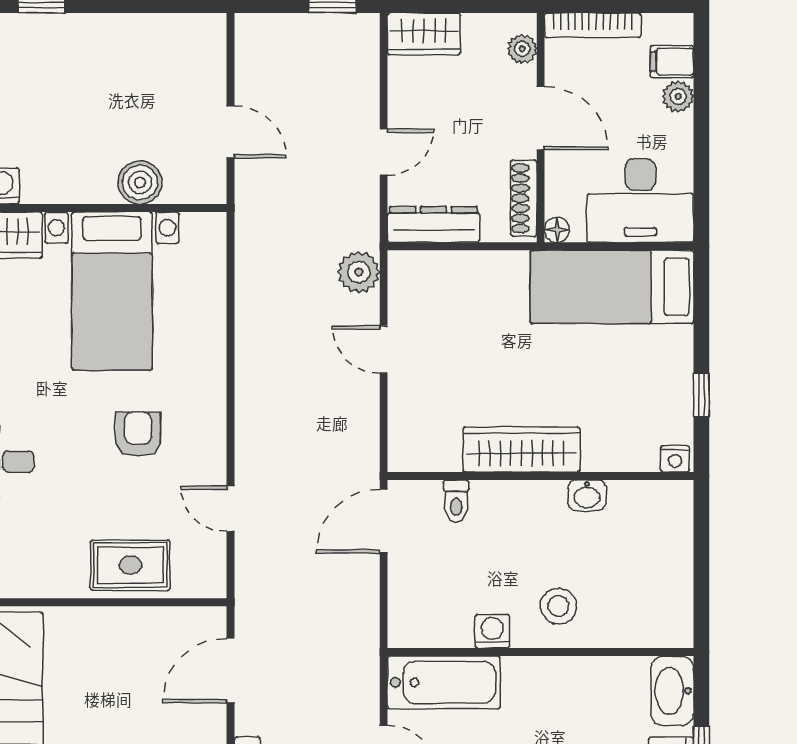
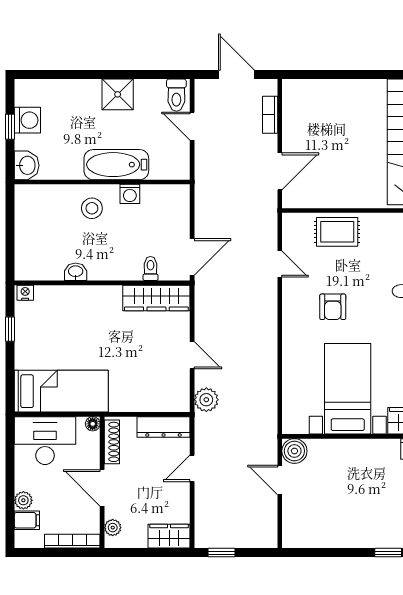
boiler: (140, 182) -> (294, 451), moved
wardrobe: (522, 450) -> (156, 298), moved
bathtub: (444, 682) -> (116, 165), moved
washbasin: (672, 691) -> (27, 165), width x0.72

